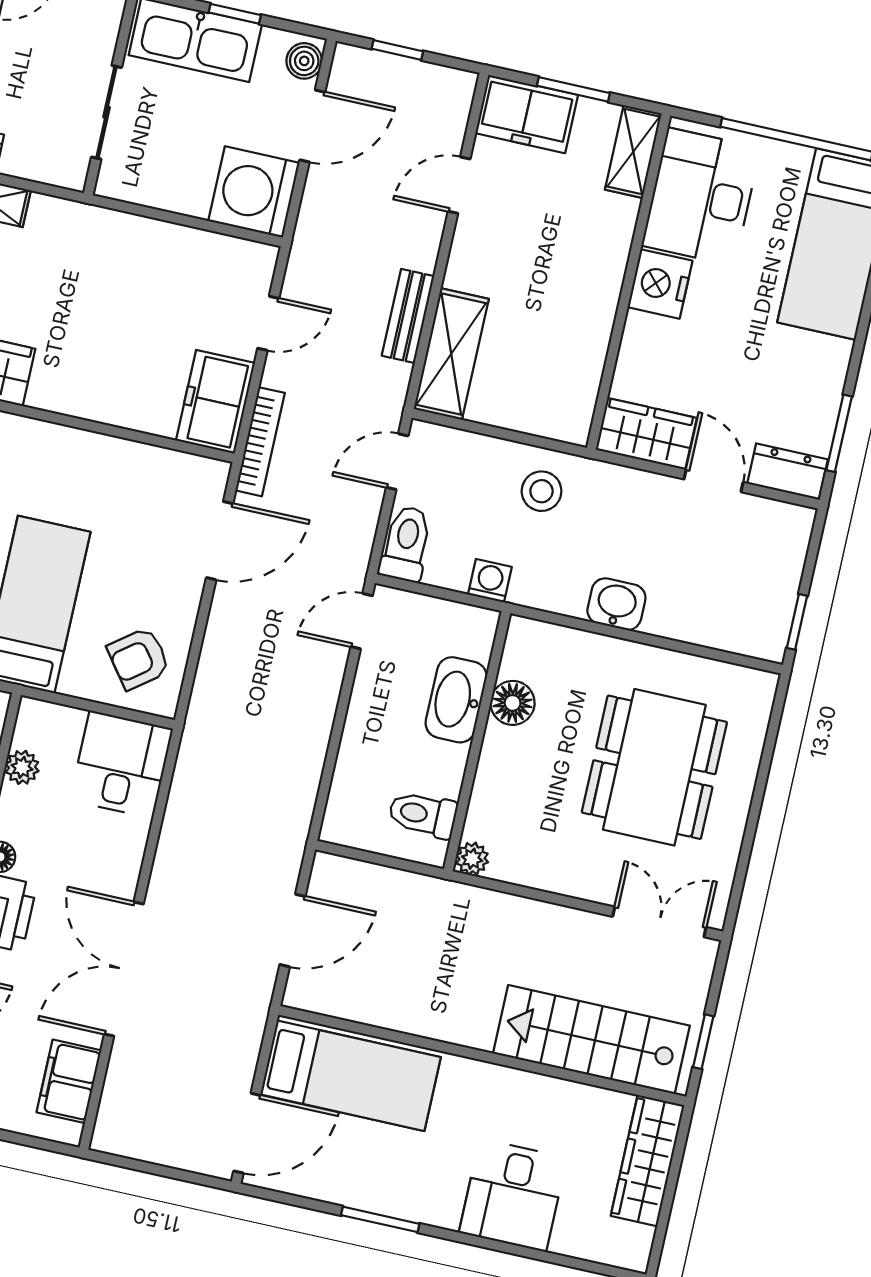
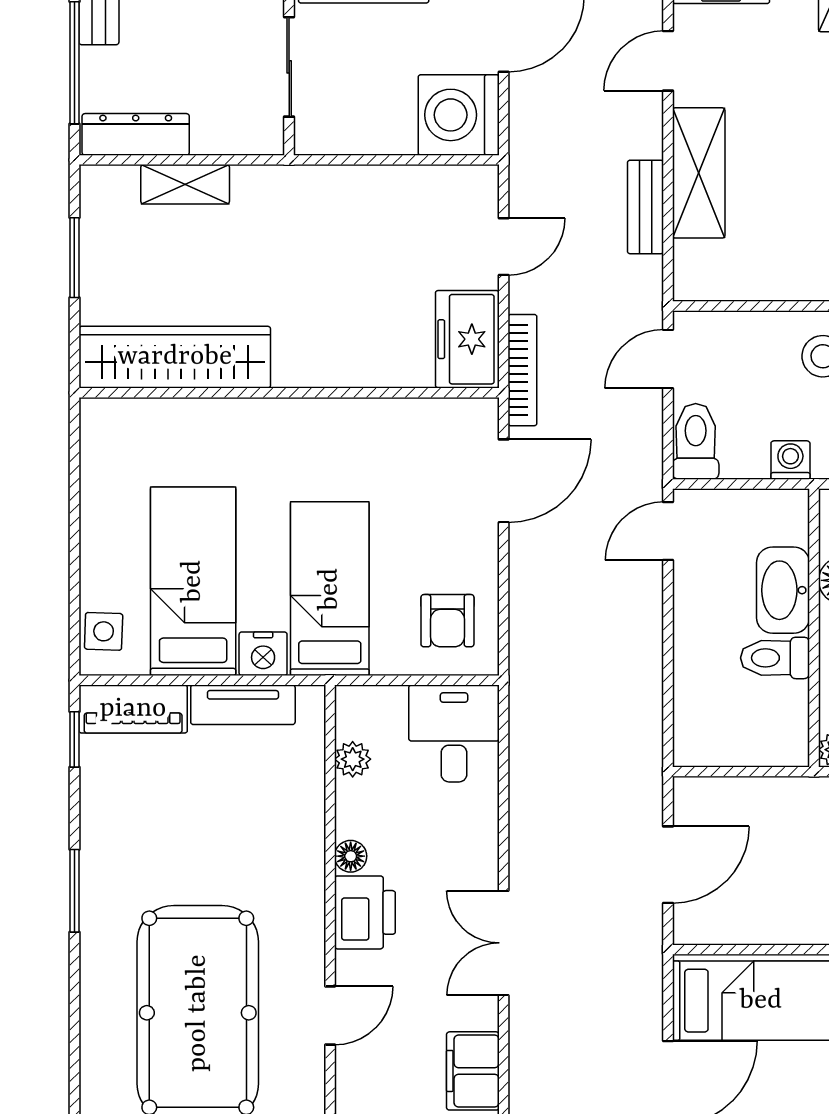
shelving: (451, 354) -> (699, 173), moved
armchair: (139, 659) -> (447, 621), turned -53
toilet: (423, 814) -> (775, 658), moved
double door: (124, 969) -> (504, 943), width x0.73

